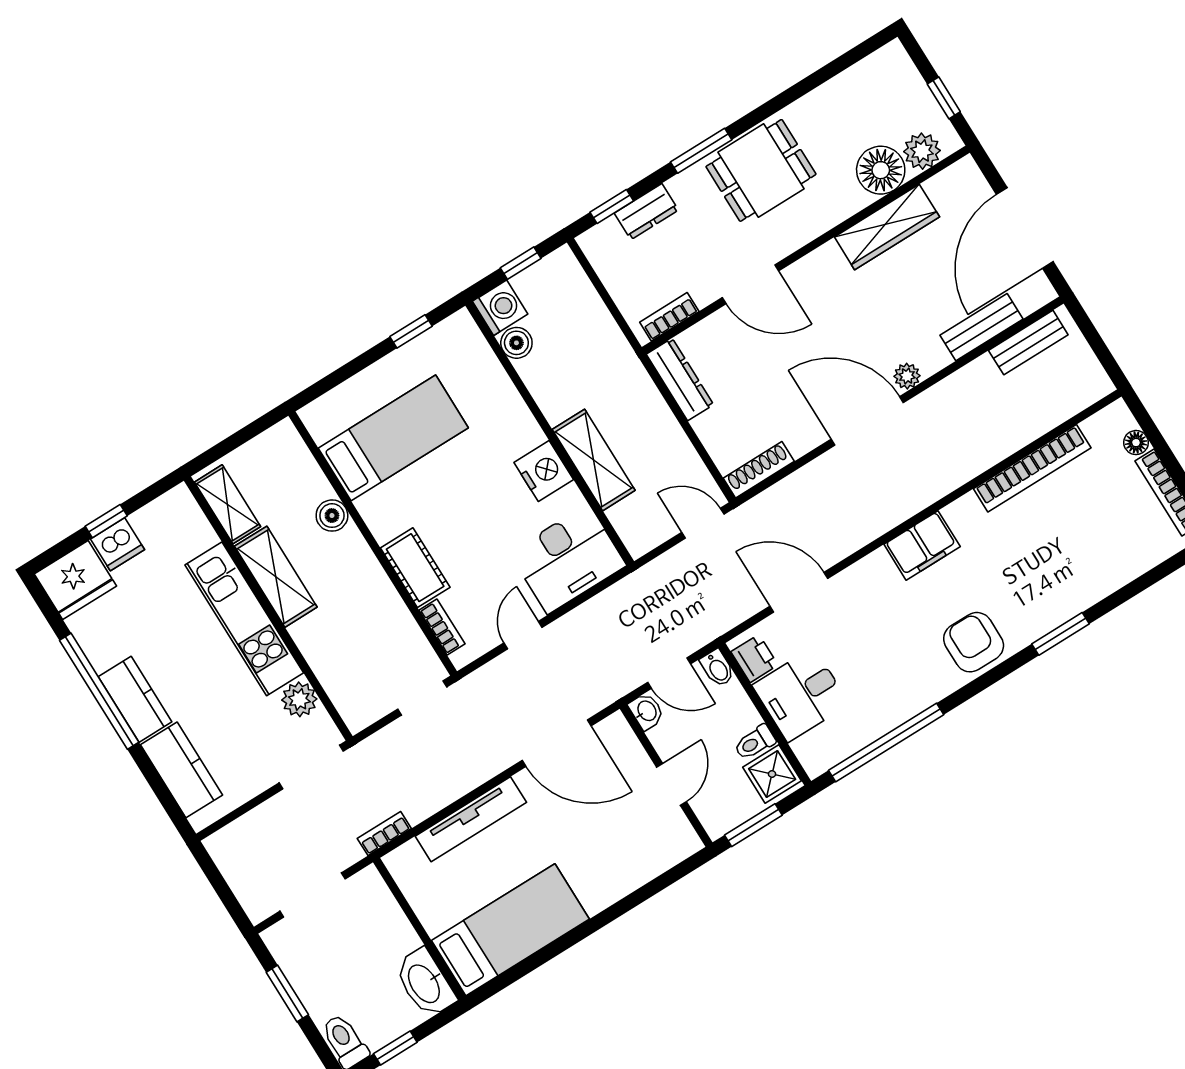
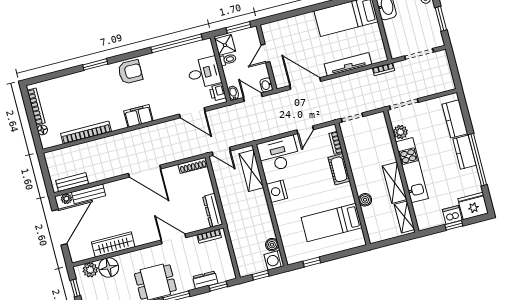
plant: (907, 376) -> (66, 199), moved
shelving: (594, 460) -> (251, 171), moved
armchair: (974, 642) -> (130, 72), turned -90

